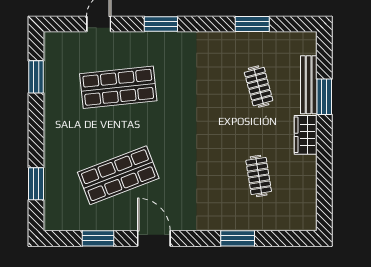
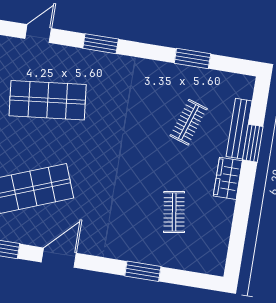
clothes rail: (259, 87) -> (189, 122), turned 33
door: (154, 238) -> (59, 258), hinge flipped

